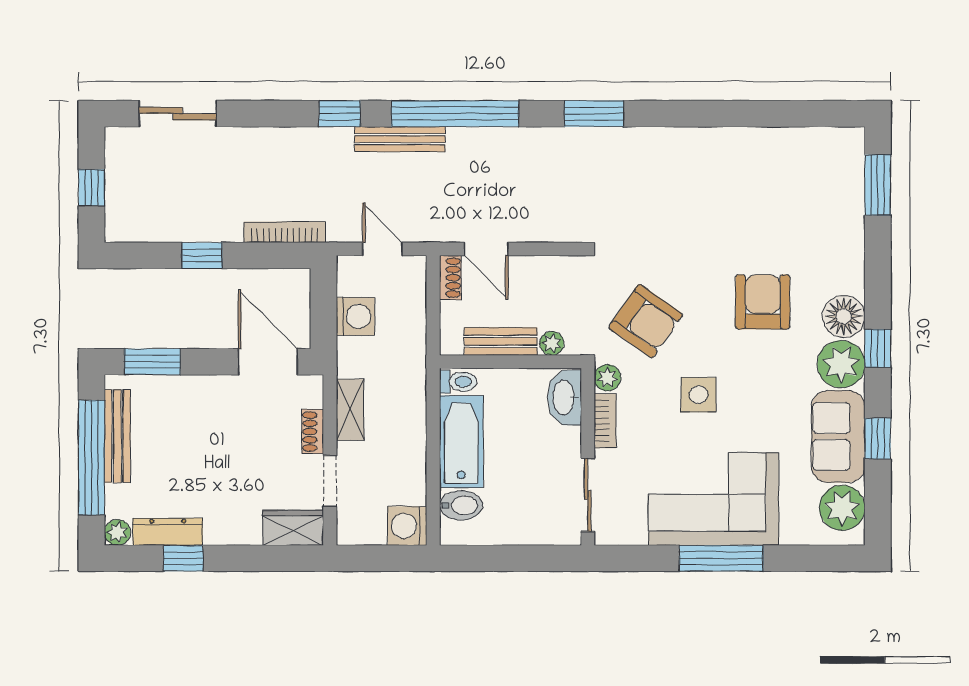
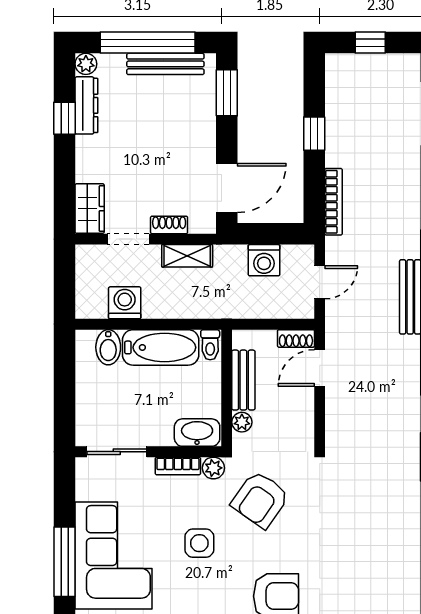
washing machine: (407, 526) -> (125, 303), moved

